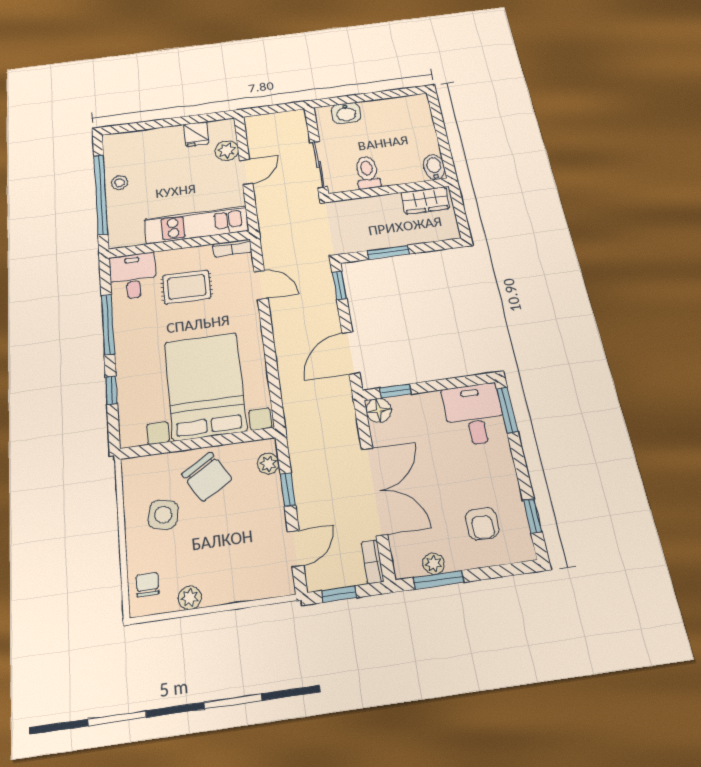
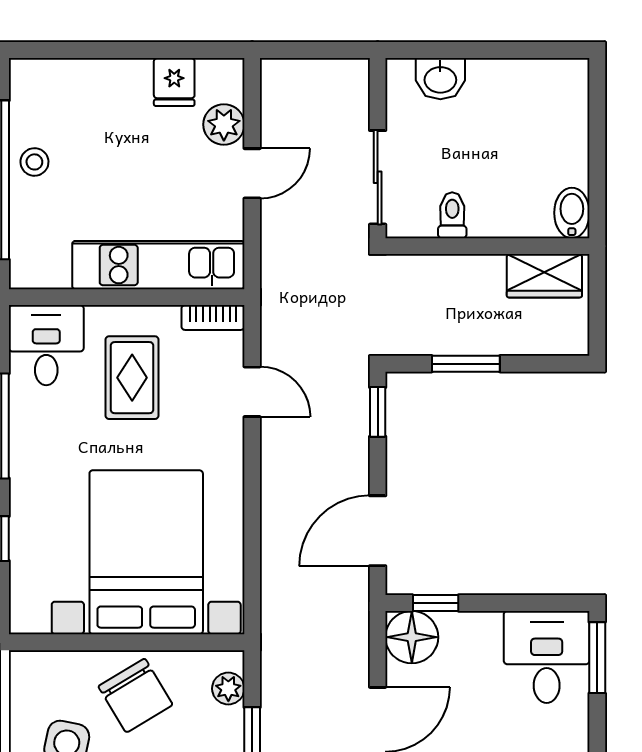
toilet: (367, 173) -> (452, 215), width x0.73, depth x0.72
rug: (187, 287) -> (132, 378), turned 90
floor lamp: (379, 410) -> (412, 637), width x1.38, depth x1.38

